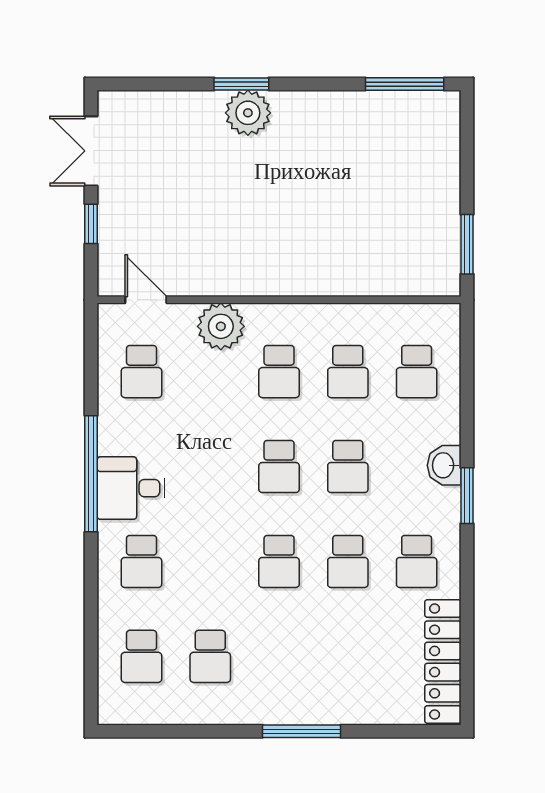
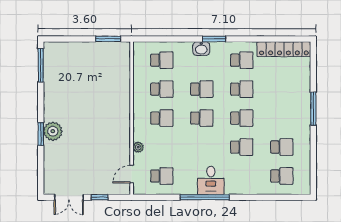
plant: (221, 326) -> (138, 147), width x0.53, depth x0.53
school desk: (141, 561) -> (242, 147), moved

